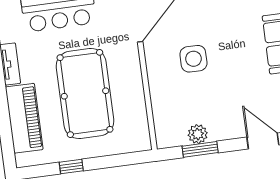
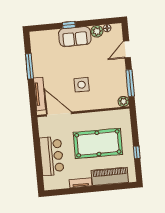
plant: (198, 134) -> (124, 101), moved
window: (200, 149) -> (130, 83), width x1.44

